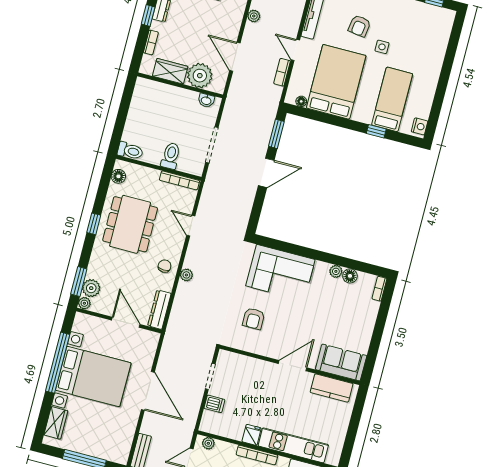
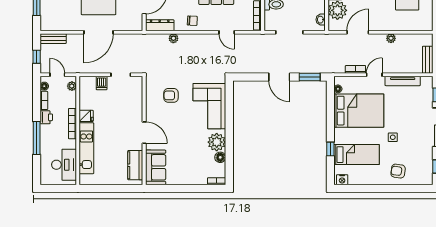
armchair: (359, 26) -> (398, 171), moved
door: (191, 226) -> (227, 32), swing flipped
plant: (336, 271) -> (217, 142), width x1.88, depth x1.88
plant: (186, 275) -> (173, 38), moved

